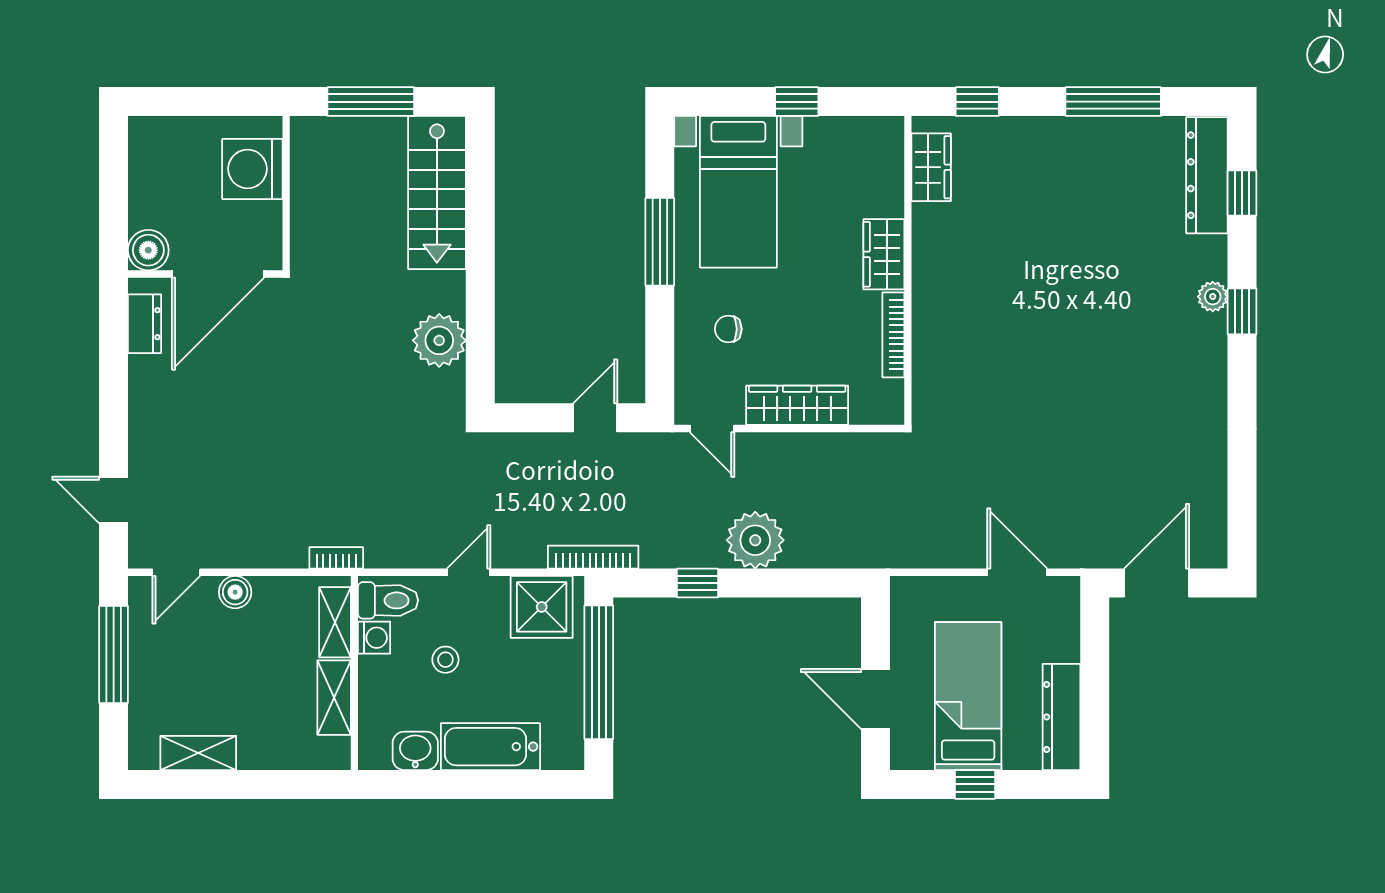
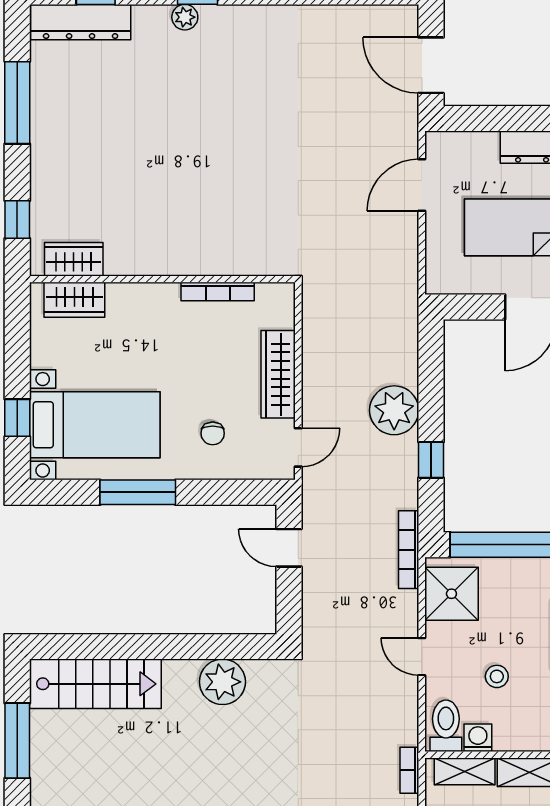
window: (797, 102) -> (17, 418), moved
wardrobe: (884, 254) -> (74, 300), moved

